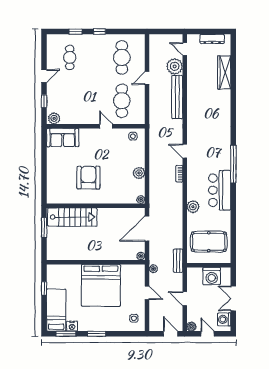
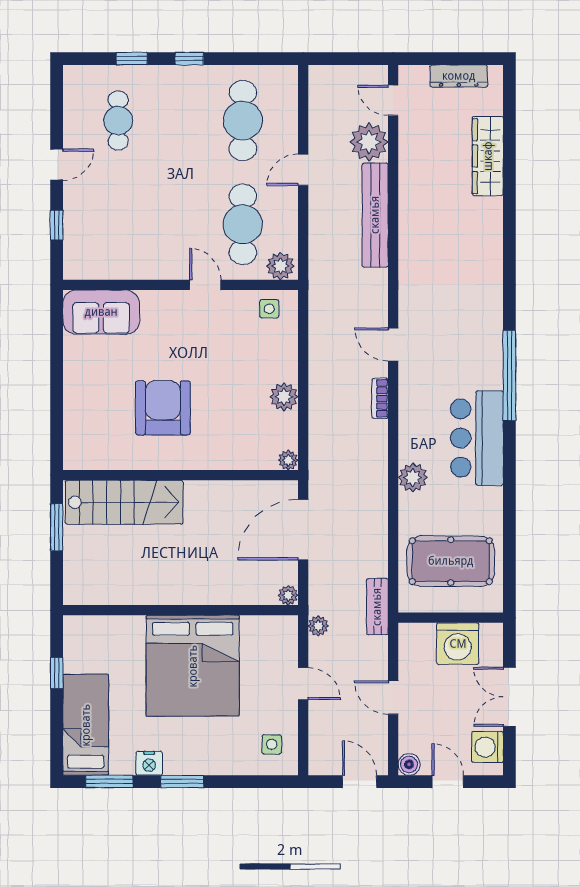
plant: (54, 118) -> (280, 266), moved
nightstand: (72, 326) -> (149, 763), moved

